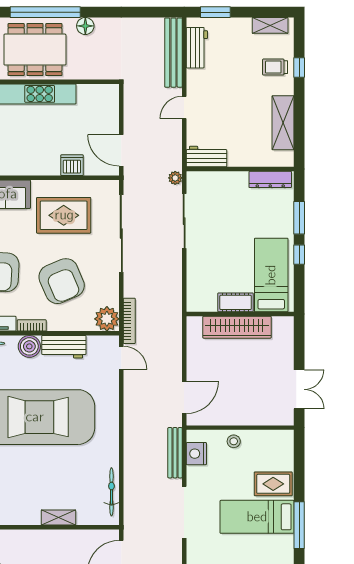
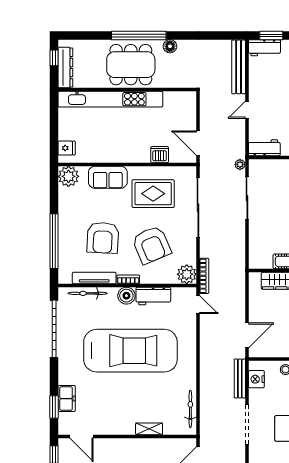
workbench: (197, 48) -> (264, 48), moved, turned 90

